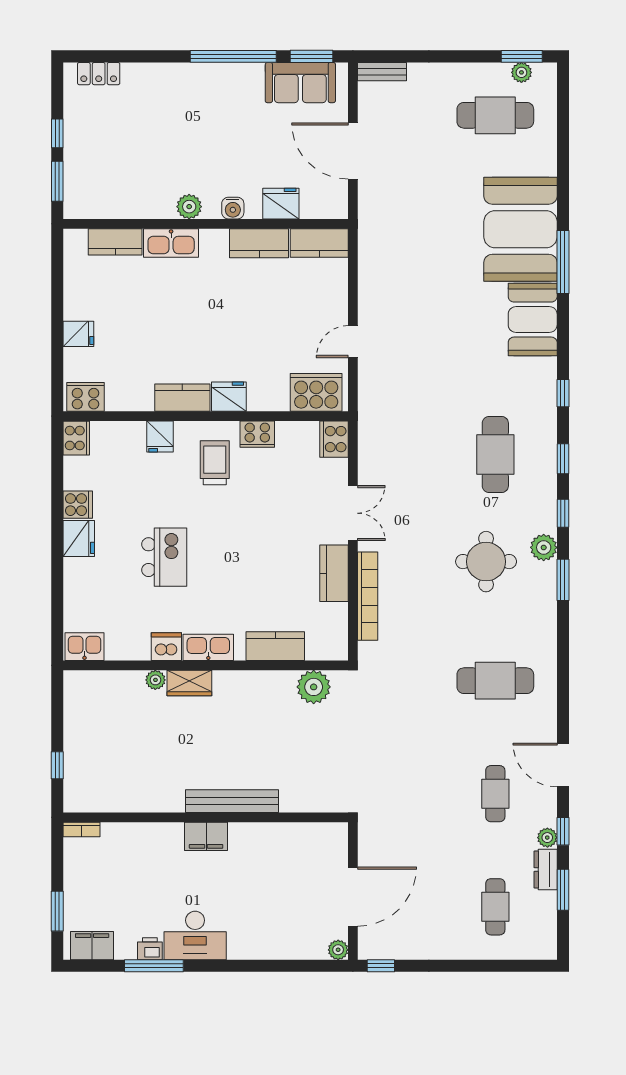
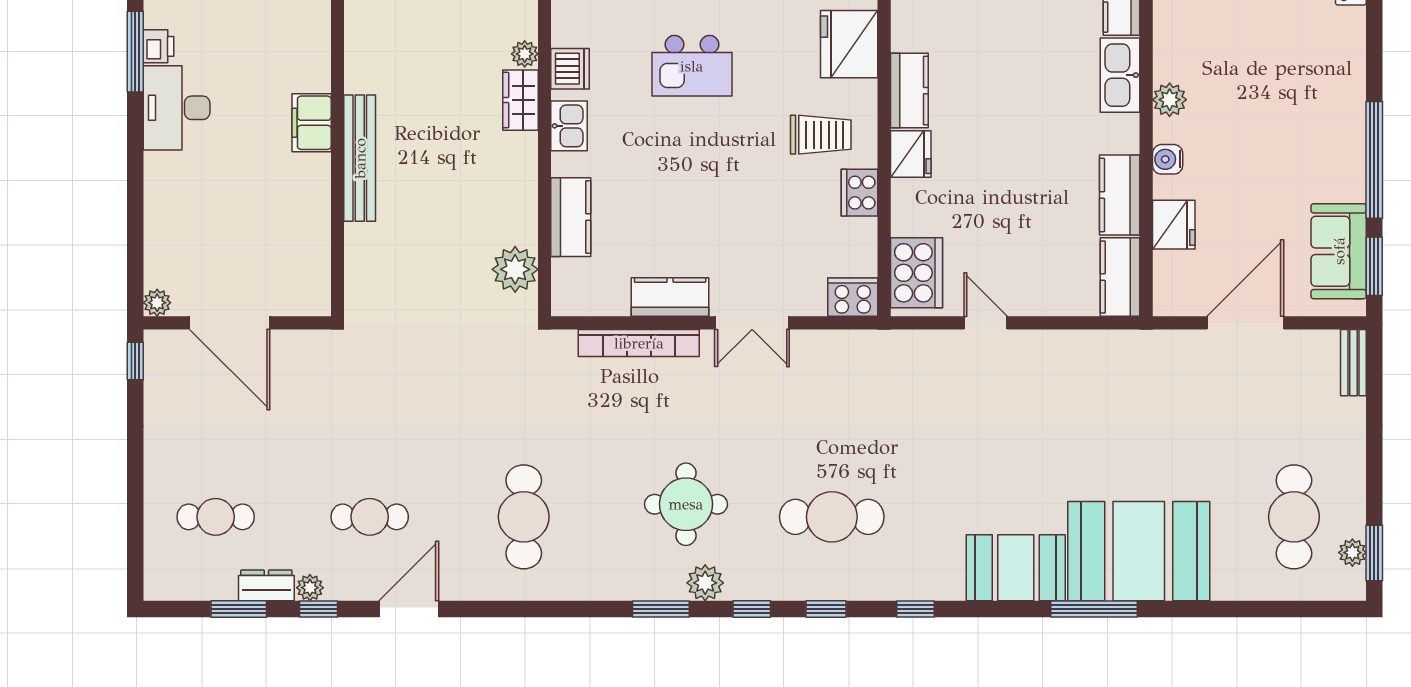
fridge: (160, 436) -> (849, 44), width x1.88, depth x1.34
kitchen sink: (208, 647) -> (569, 126), width x0.73

